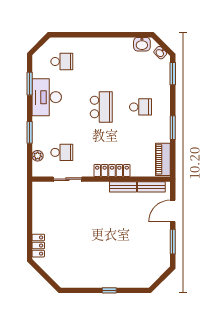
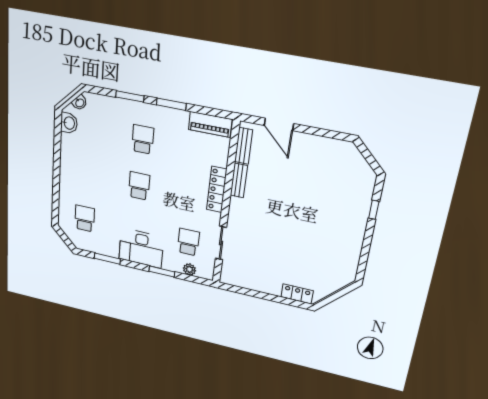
window: (173, 74) -> (130, 96), moved
desk: (47, 97) -> (141, 248), moved
school desk: (101, 107) -> (139, 186), width x0.54
window: (173, 242) -> (320, 132), removed
window: (109, 290) -> (374, 210), moved

